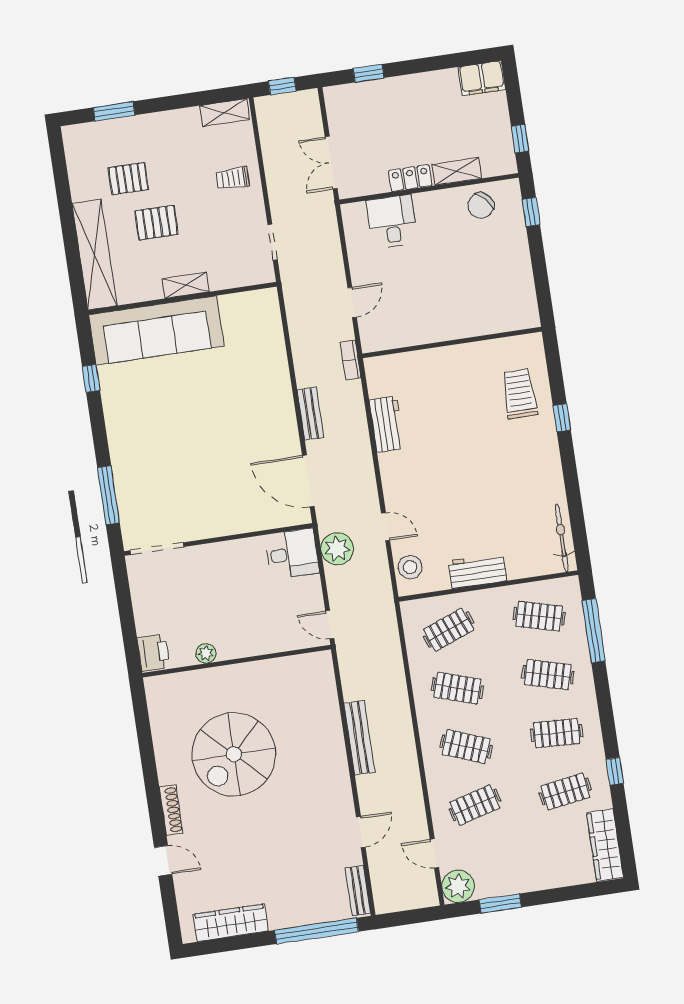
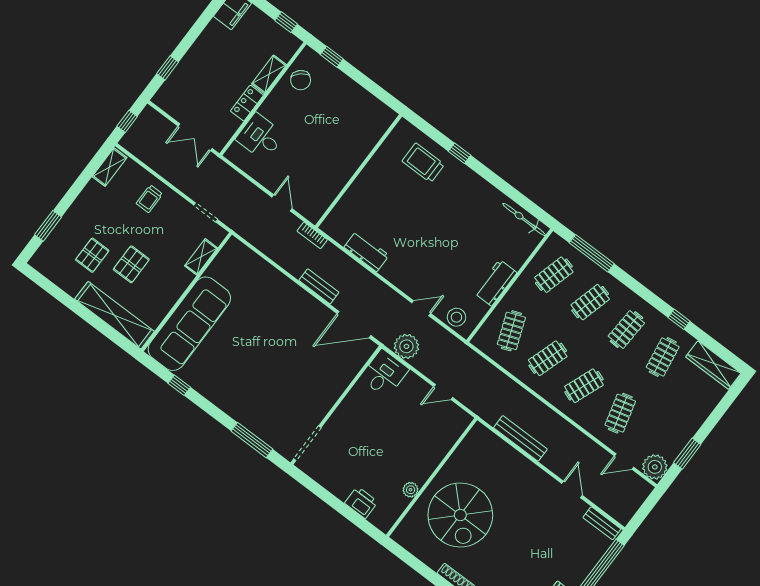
shelving: (186, 285) -> (201, 257), moved
plant: (206, 653) -> (411, 490), moved
wall: (237, 661) -> (432, 477), moved

